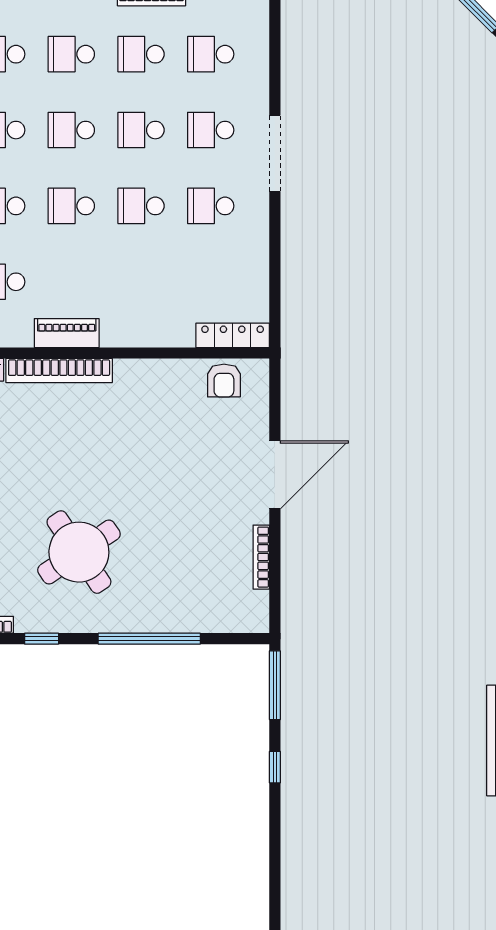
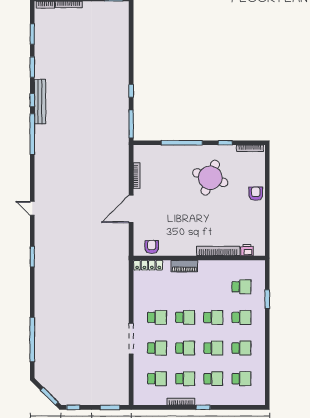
piano: (67, 333) -> (184, 266), moved
round table: (79, 552) -> (210, 178), turned -36

